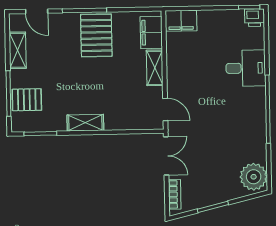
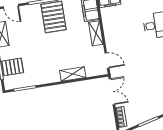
shelving: (85, 123) -> (73, 74), moved

